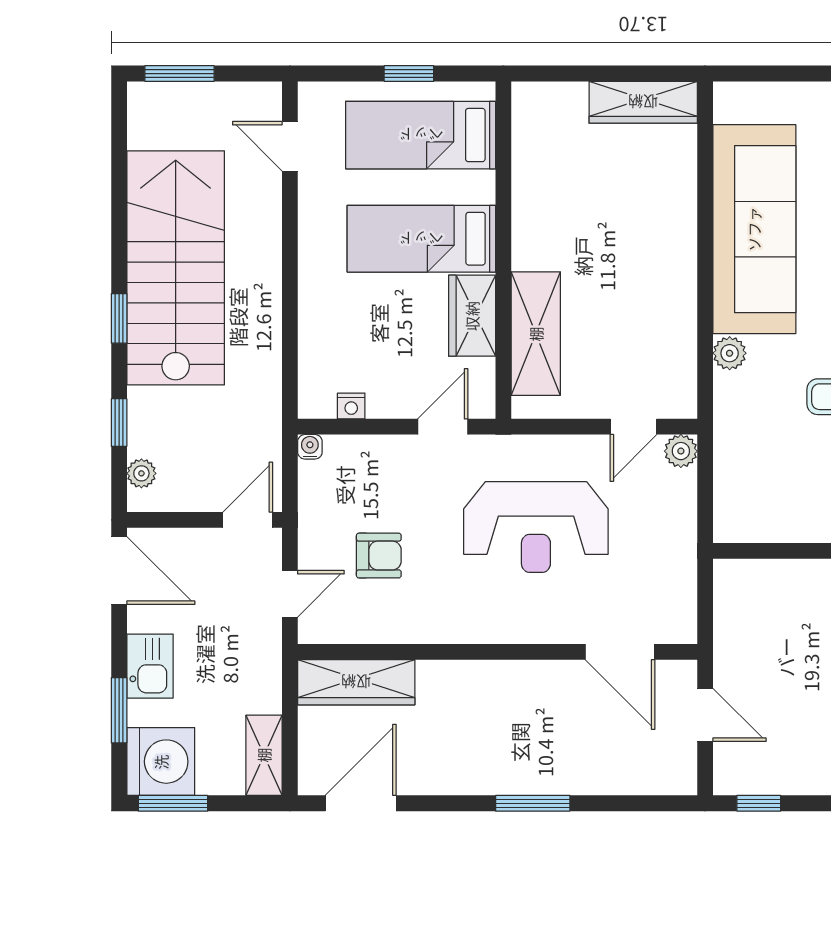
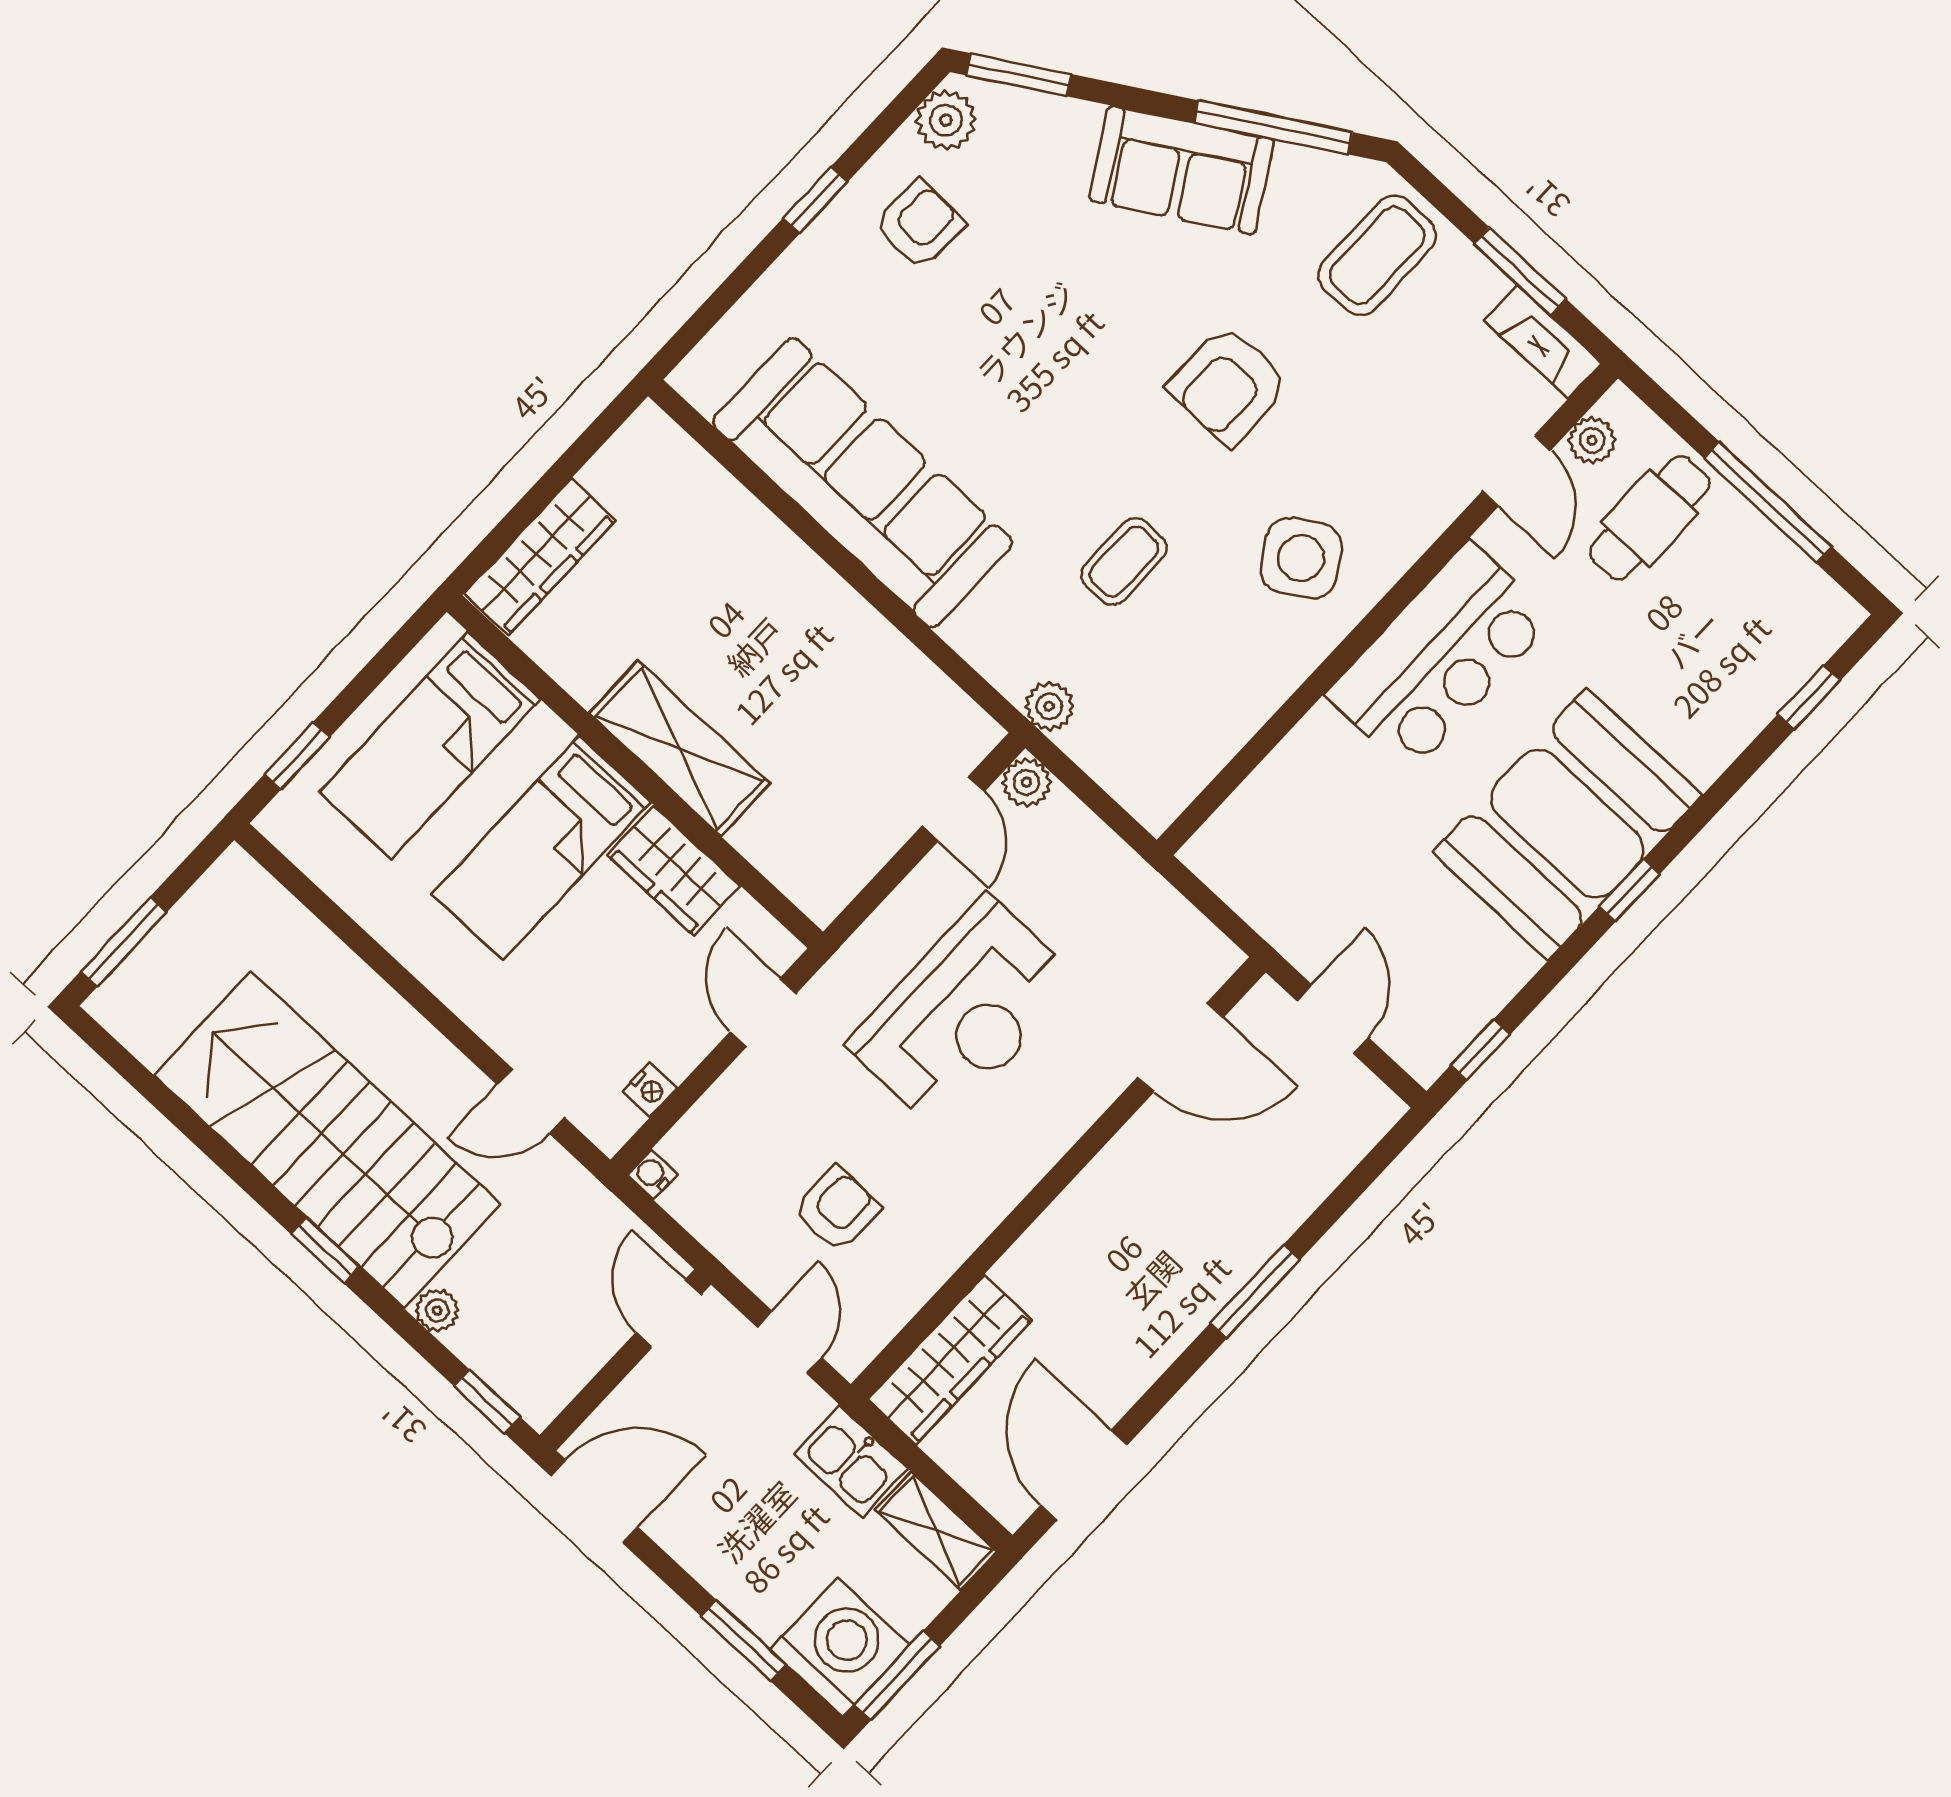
window: (409, 74) -> (297, 756), moved
wardrobe: (643, 102) -> (540, 557), moved
door: (290, 146) -> (531, 1101), moved
shelving: (536, 334) -> (679, 748), moved
plant: (730, 353) -> (1049, 706), moved
window: (119, 423) -> (487, 1402), moved
plant: (141, 473) -> (437, 1310), moved
kitchen sink: (150, 666) -> (851, 1461), moved, turned 180
door: (705, 715) -> (1333, 1019), hinge flipped

